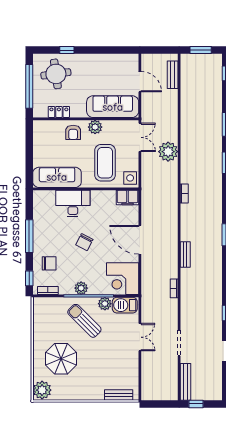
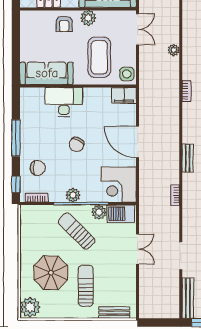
plant: (168, 152) -> (174, 50), width x0.53, depth x0.53
sun lounger: (93, 371) -> (86, 286), added

